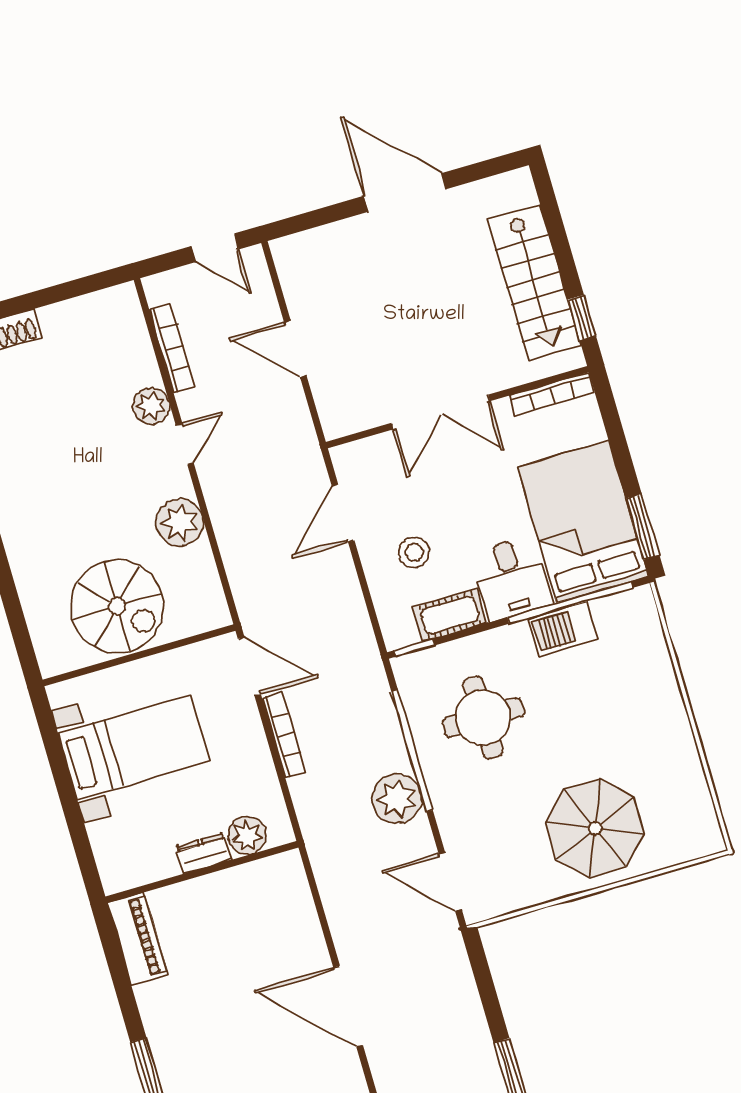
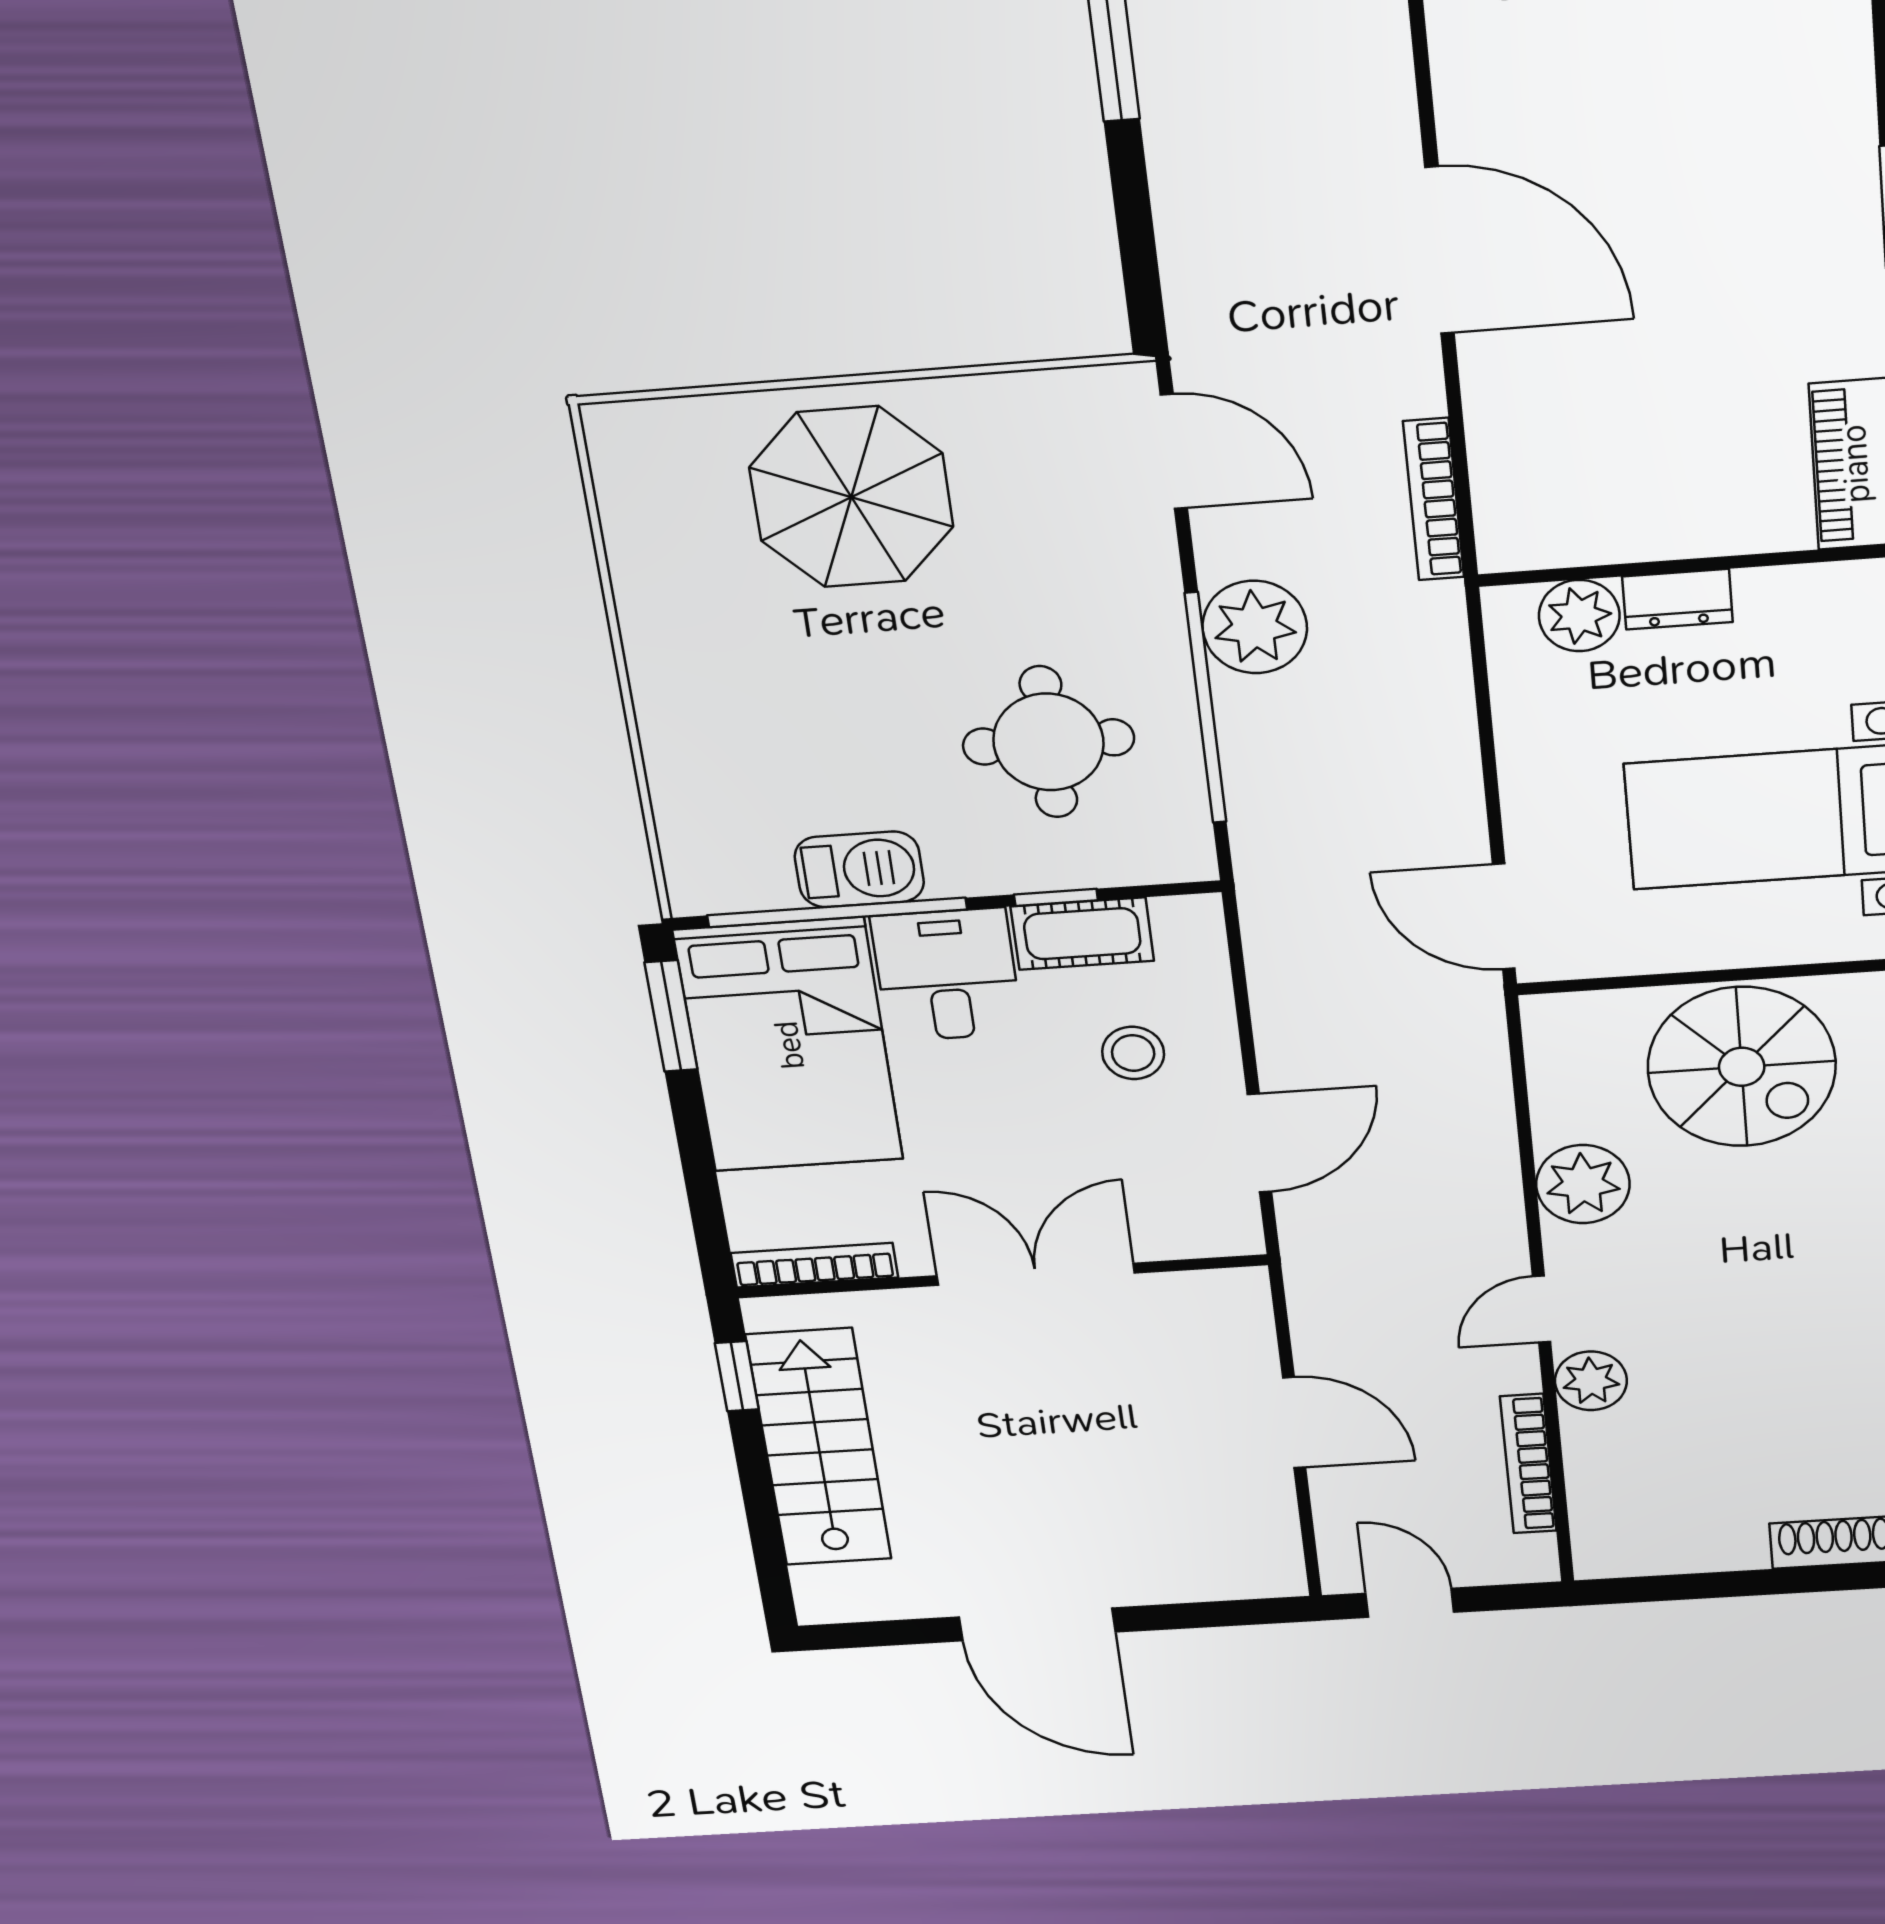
spiral stairs: (117, 606) -> (1742, 1067), turned 180
window: (414, 648) -> (1056, 897), moved
bookcase: (284, 735) -> (1434, 499), moved

